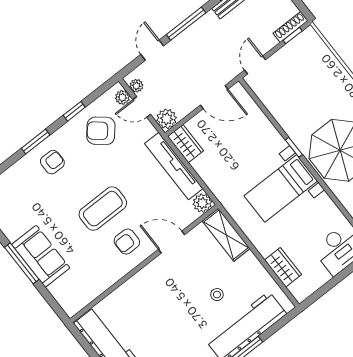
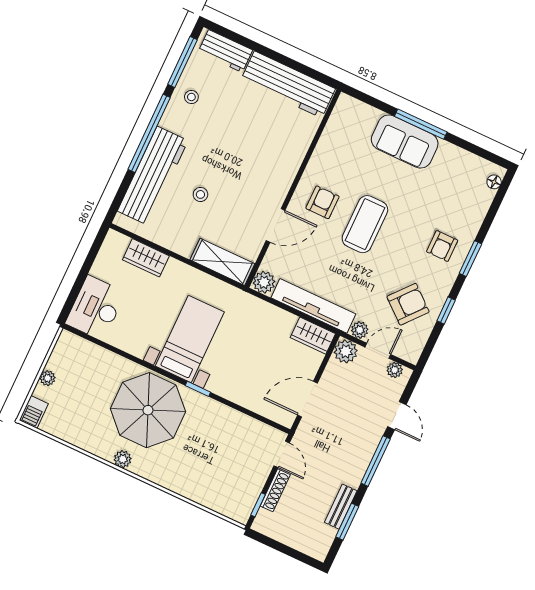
shoe rack: (290, 27) -> (275, 490), moved
plant: (122, 97) -> (360, 330), moved

